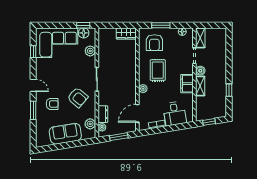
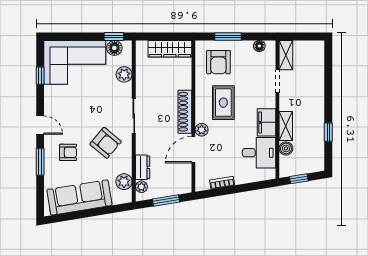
wardrobe: (126, 33) -> (170, 49), width x1.50
boiler: (200, 71) -> (286, 148), moved
shoe rack: (132, 76) -> (185, 112), added
door: (137, 113) -> (193, 150), moved
desk: (175, 114) -> (259, 153), moved, turned -81
sofa: (65, 134) -> (79, 197), width x1.36

